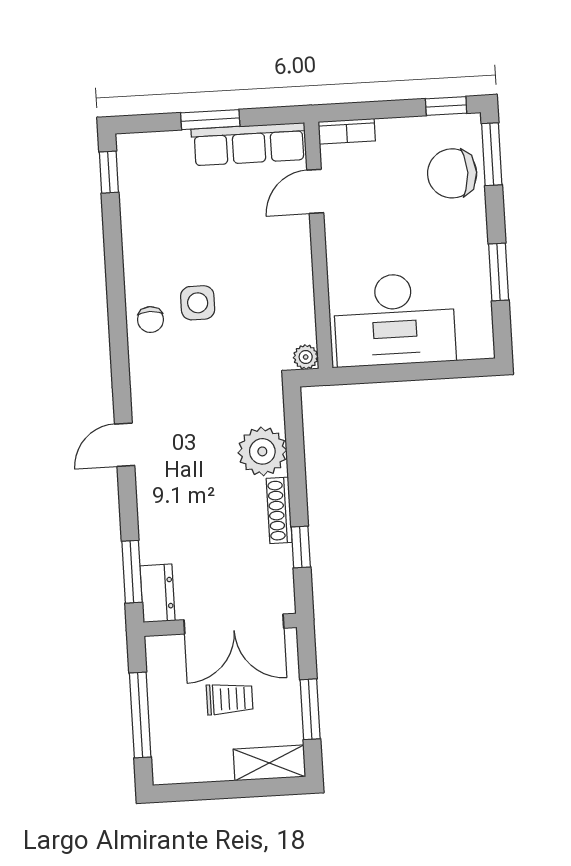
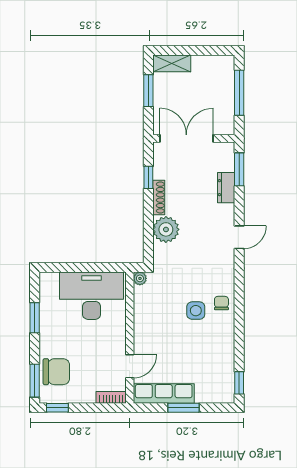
dresser: (158, 593) -> (226, 188), moved
trolley: (230, 699) -> (191, 99), removed

